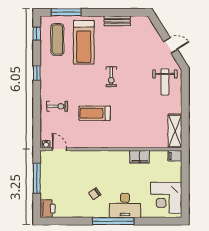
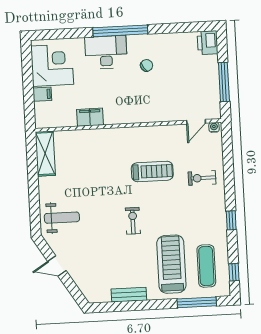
weight bench: (165, 82) -> (62, 218), turned 90
door: (59, 149) -> (196, 122), hinge flipped
filing cabinet: (175, 156) -> (42, 94), moved

